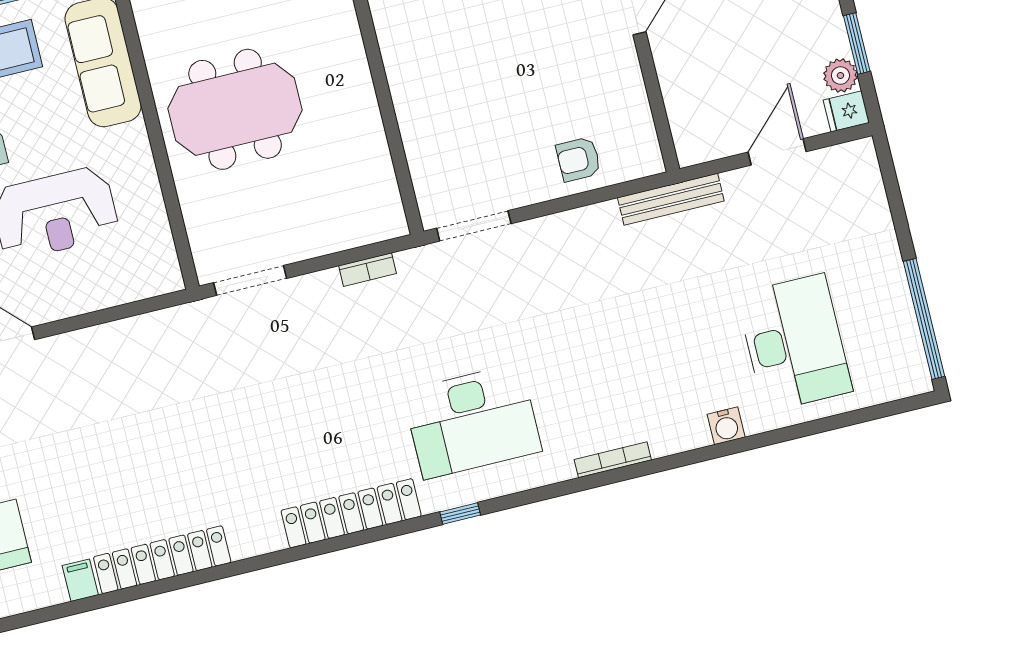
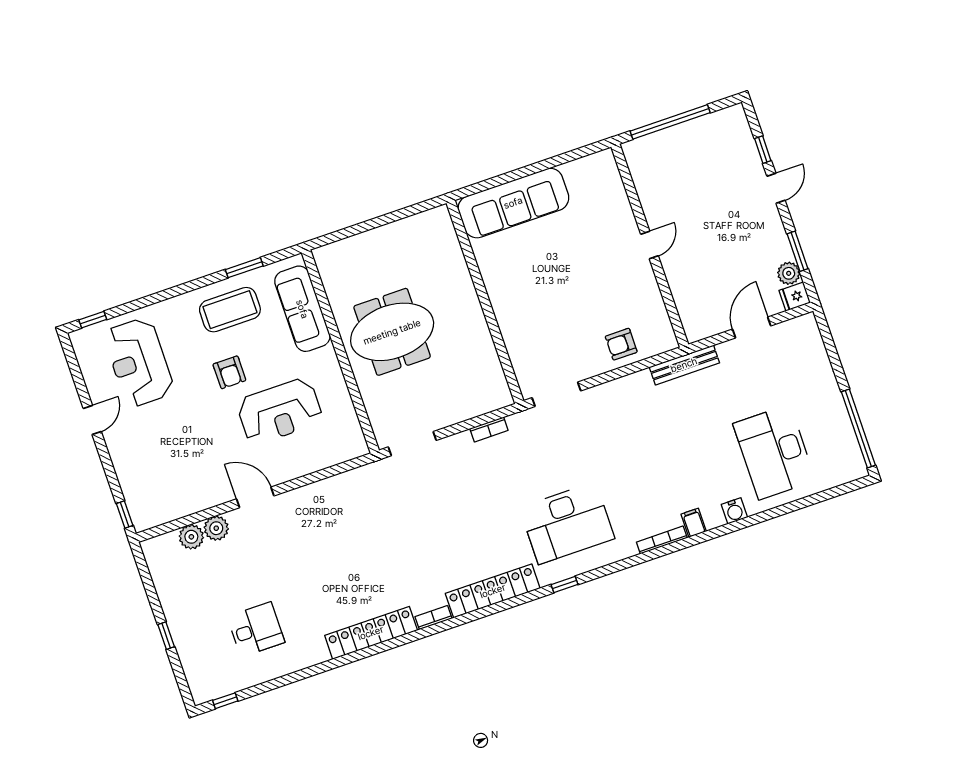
desk: (794, 343) -> (774, 452), turned 180
bookcase: (258, 545) -> (433, 618), added
filing cabinet: (80, 580) -> (694, 523), moved

